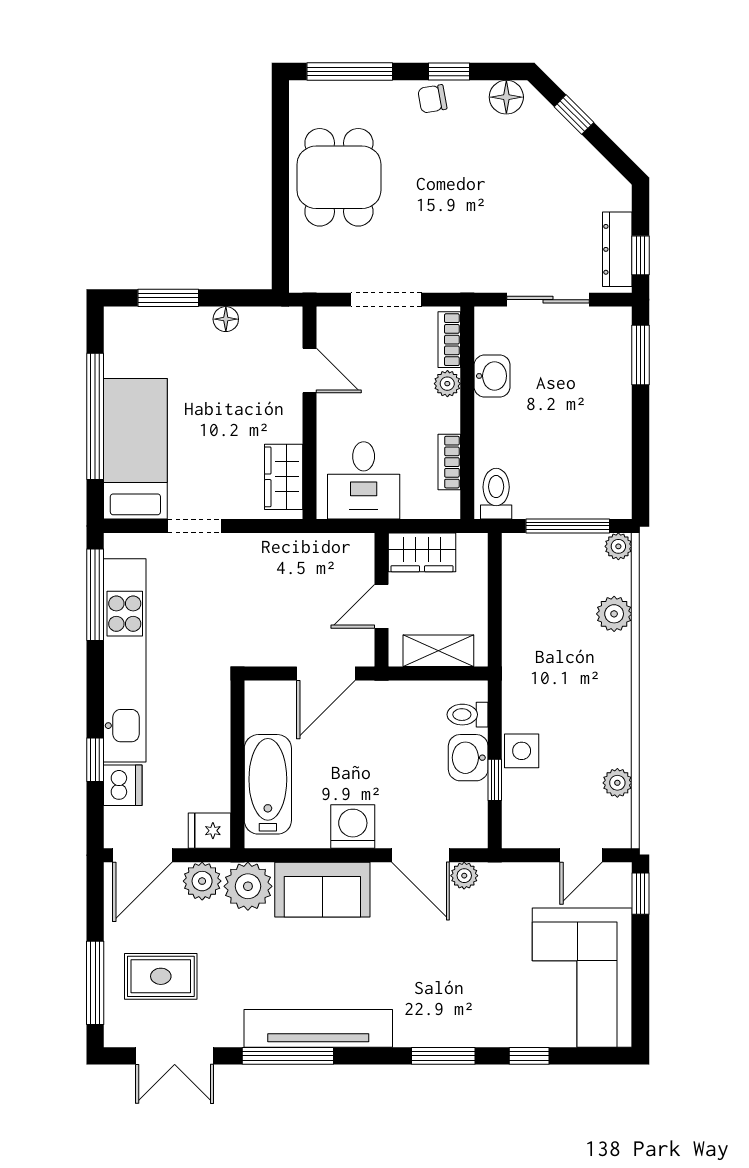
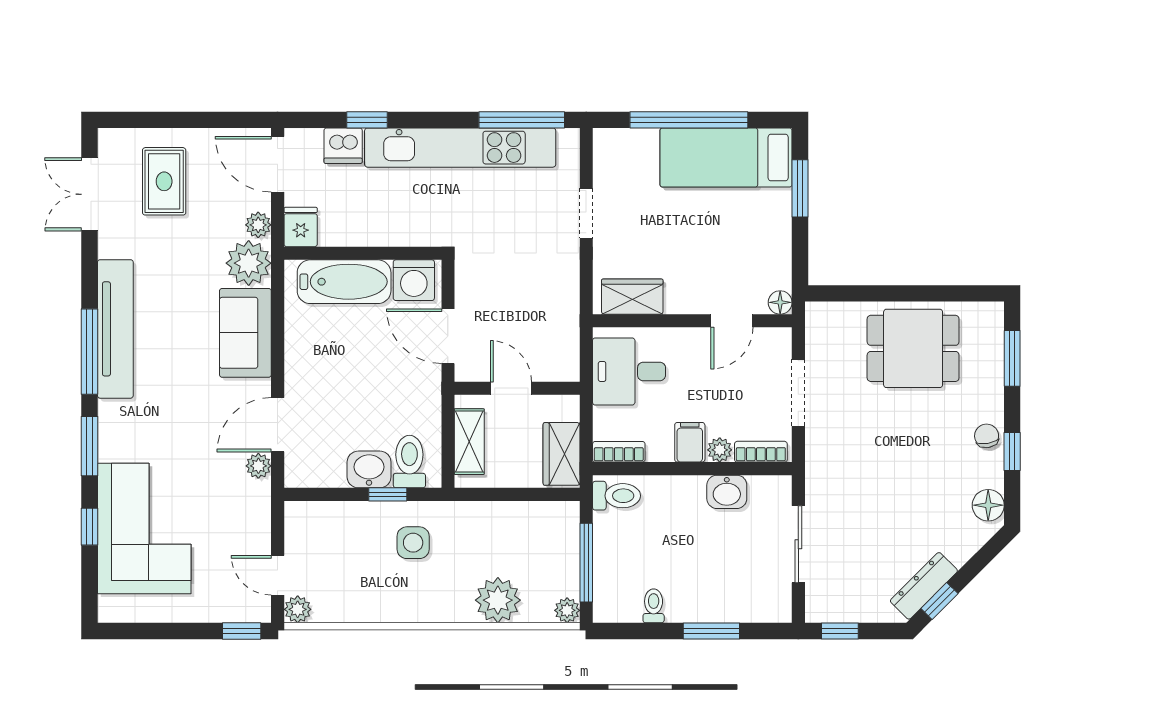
window: (350, 72) -> (1012, 358), width x0.69
window: (574, 115) -> (939, 601), moved
dresser: (617, 249) -> (924, 586), moved, turned -45
floor lamp: (226, 319) -> (780, 302), moved
window: (640, 355) -> (711, 631), moved
filing cabinet: (439, 415) -> (690, 442), added
bed: (135, 449) -> (726, 158), moved, turned 180
toilet: (614, 454) -> (654, 606), added
bookcase: (449, 462) -> (619, 452), moved
wardrobe: (422, 552) -> (562, 454), moved
plant: (614, 614) -> (498, 600), width x1.36, depth x1.36
toilet: (468, 715) -> (409, 462), width x1.37, depth x1.39
side table: (522, 751) -> (413, 543), moved
window: (495, 780) -> (388, 494), moved
plant: (617, 783) -> (298, 609), moved
washing machine: (353, 827) -> (414, 280), moved, turned 90
plant: (202, 881) -> (258, 225), width x0.73, depth x0.73
corner sofa: (582, 978) -> (144, 528), moved, turned 90
window: (95, 983) -> (158, 120), removed
window: (288, 1056) -> (90, 352), moved

